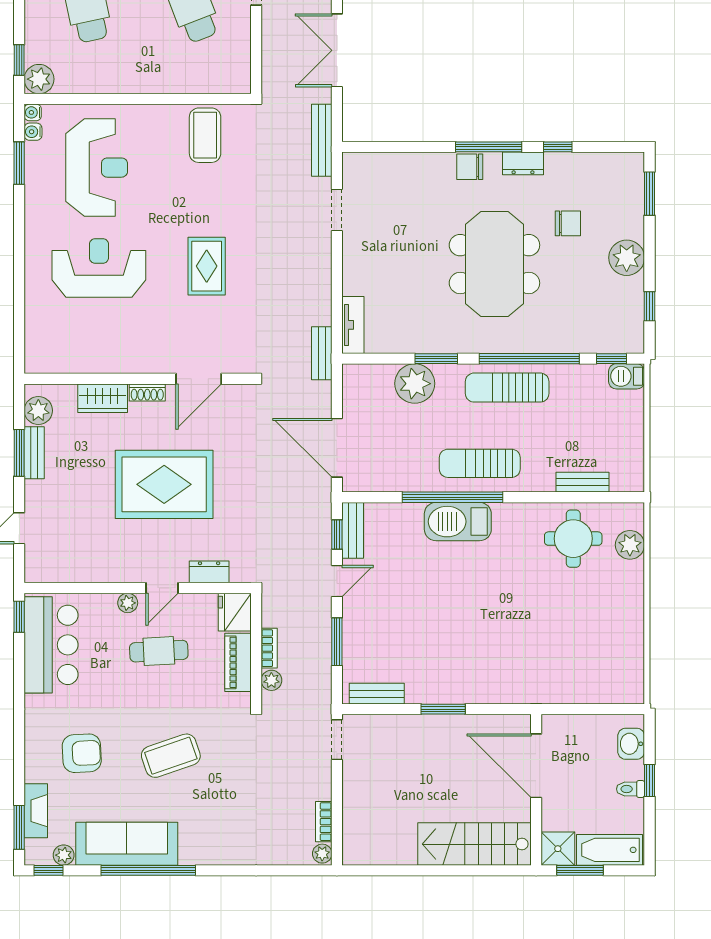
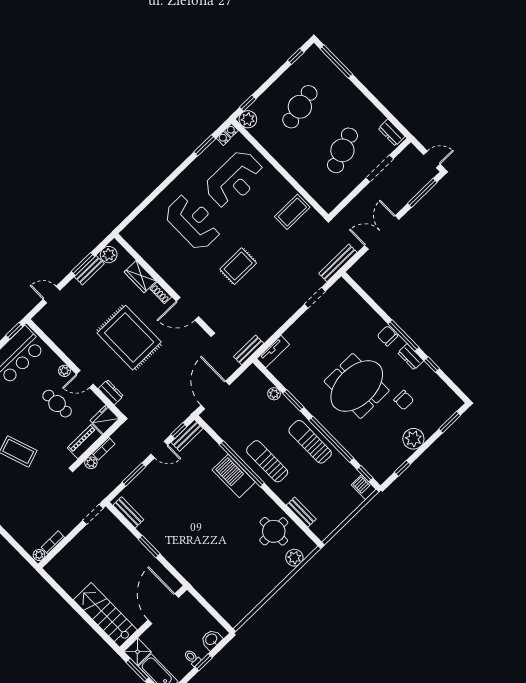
plant: (415, 384) -> (274, 394), width x0.53, depth x0.53

